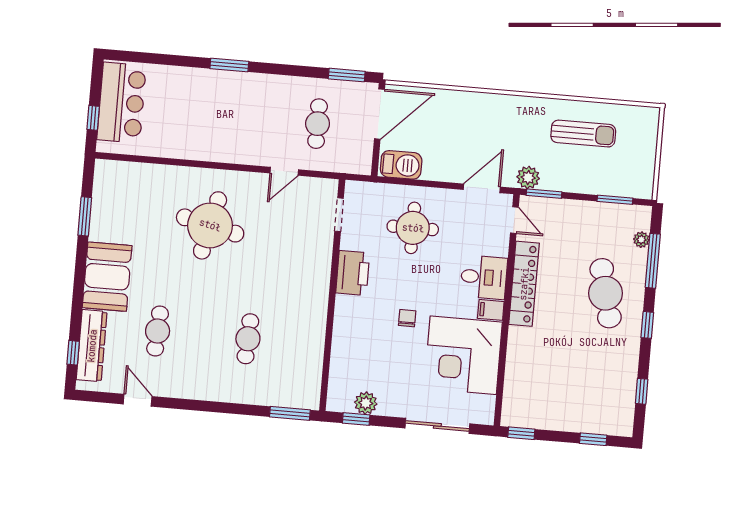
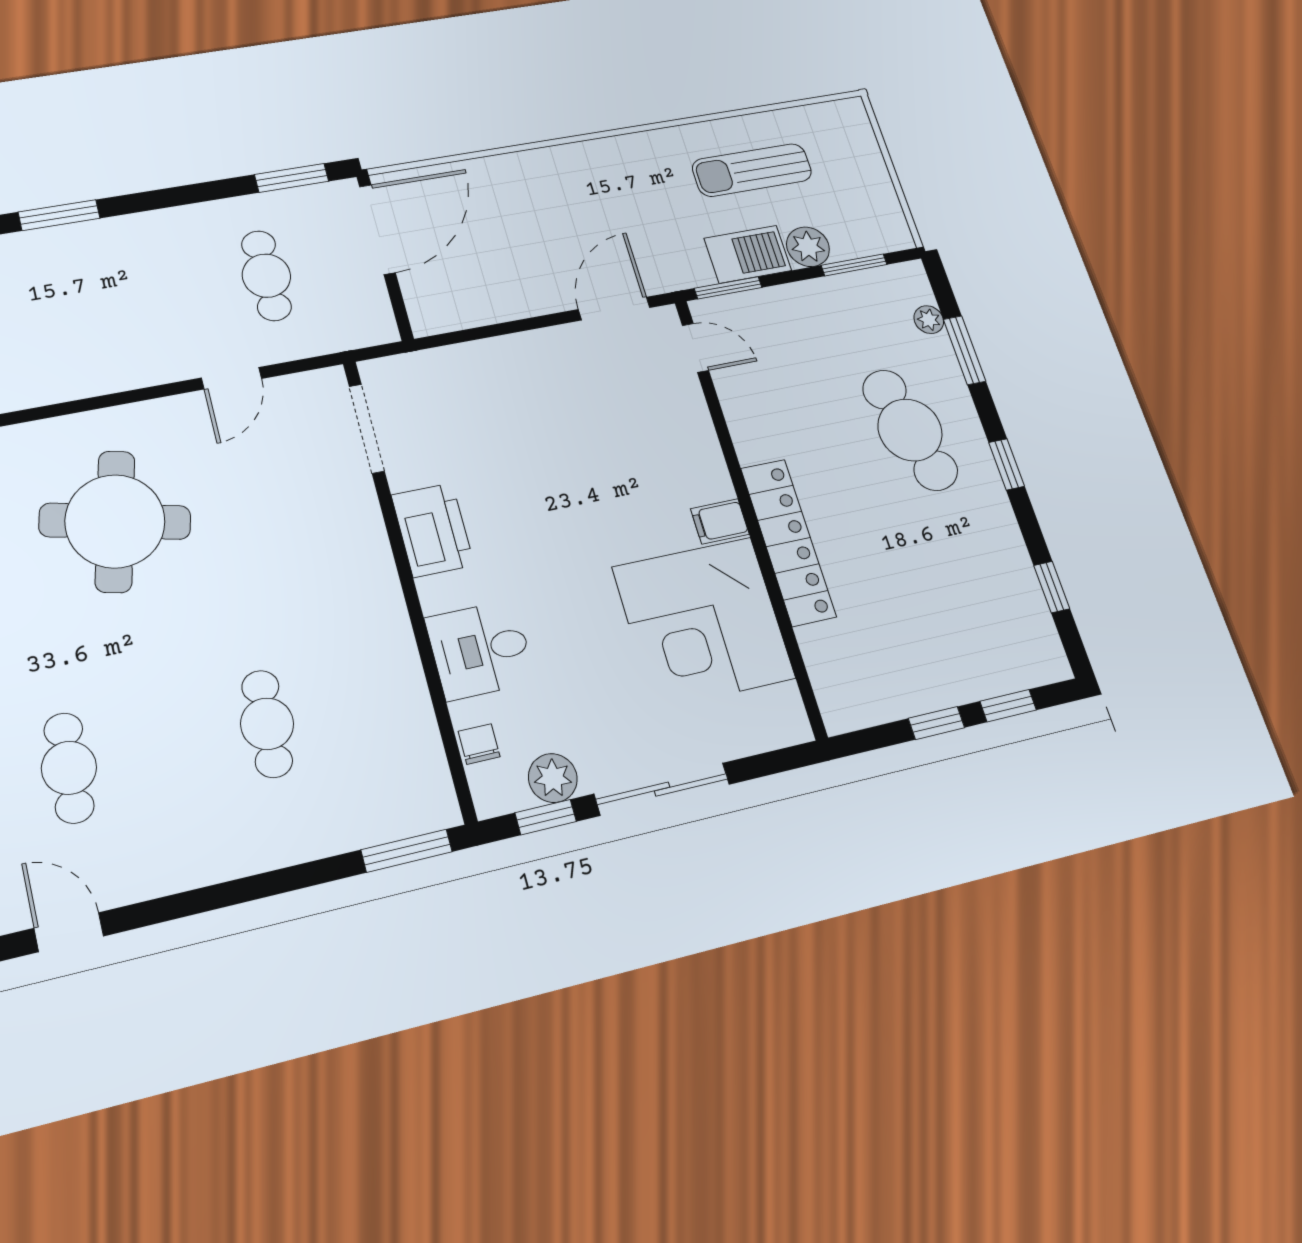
sun lounger: (583, 134) -> (752, 170), turned 180
barbecue: (401, 165) -> (748, 254), moved
plant: (528, 178) -> (808, 247), moved
doorway: (339, 215) -> (367, 429), width x1.38
round table: (413, 228) -> (516, 414), removed
window: (653, 261) -> (965, 350), width x0.69
desk: (484, 277) -> (481, 650), moved, turned 180
locker: (524, 284) -> (788, 542), moved
chair: (407, 318) -> (479, 744), moved
sliding door: (437, 426) -> (662, 789), moved
window: (521, 433) -> (936, 723), moved

